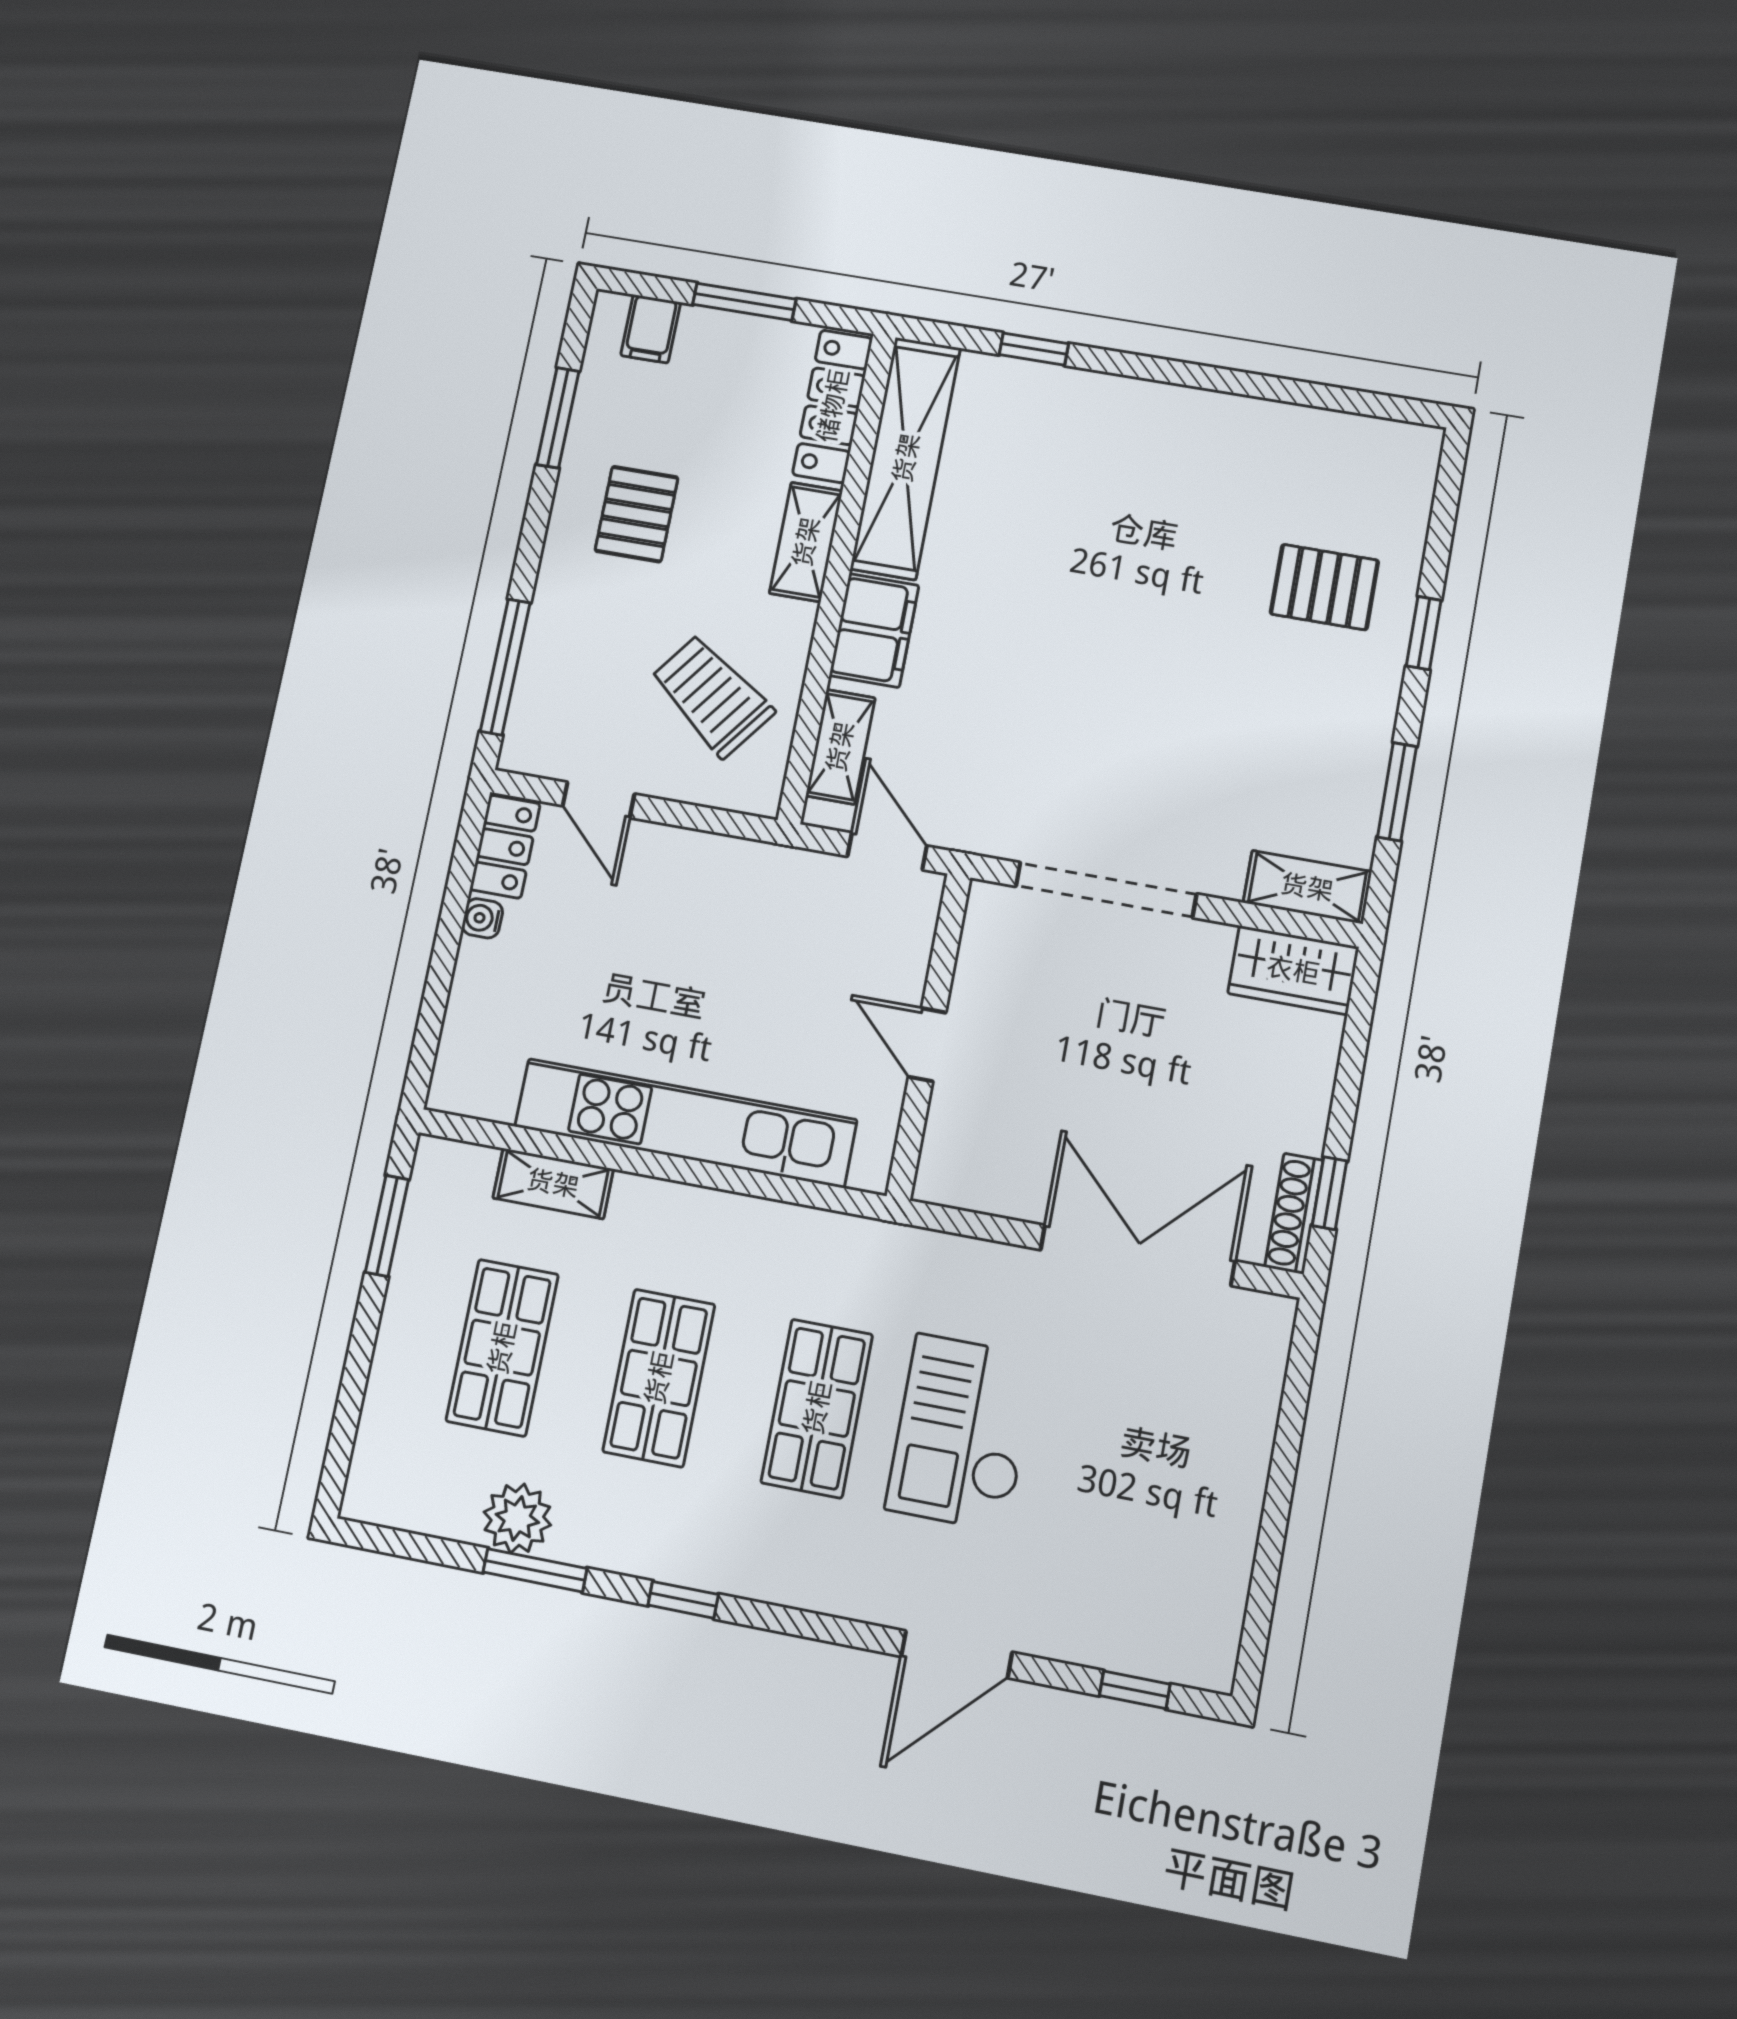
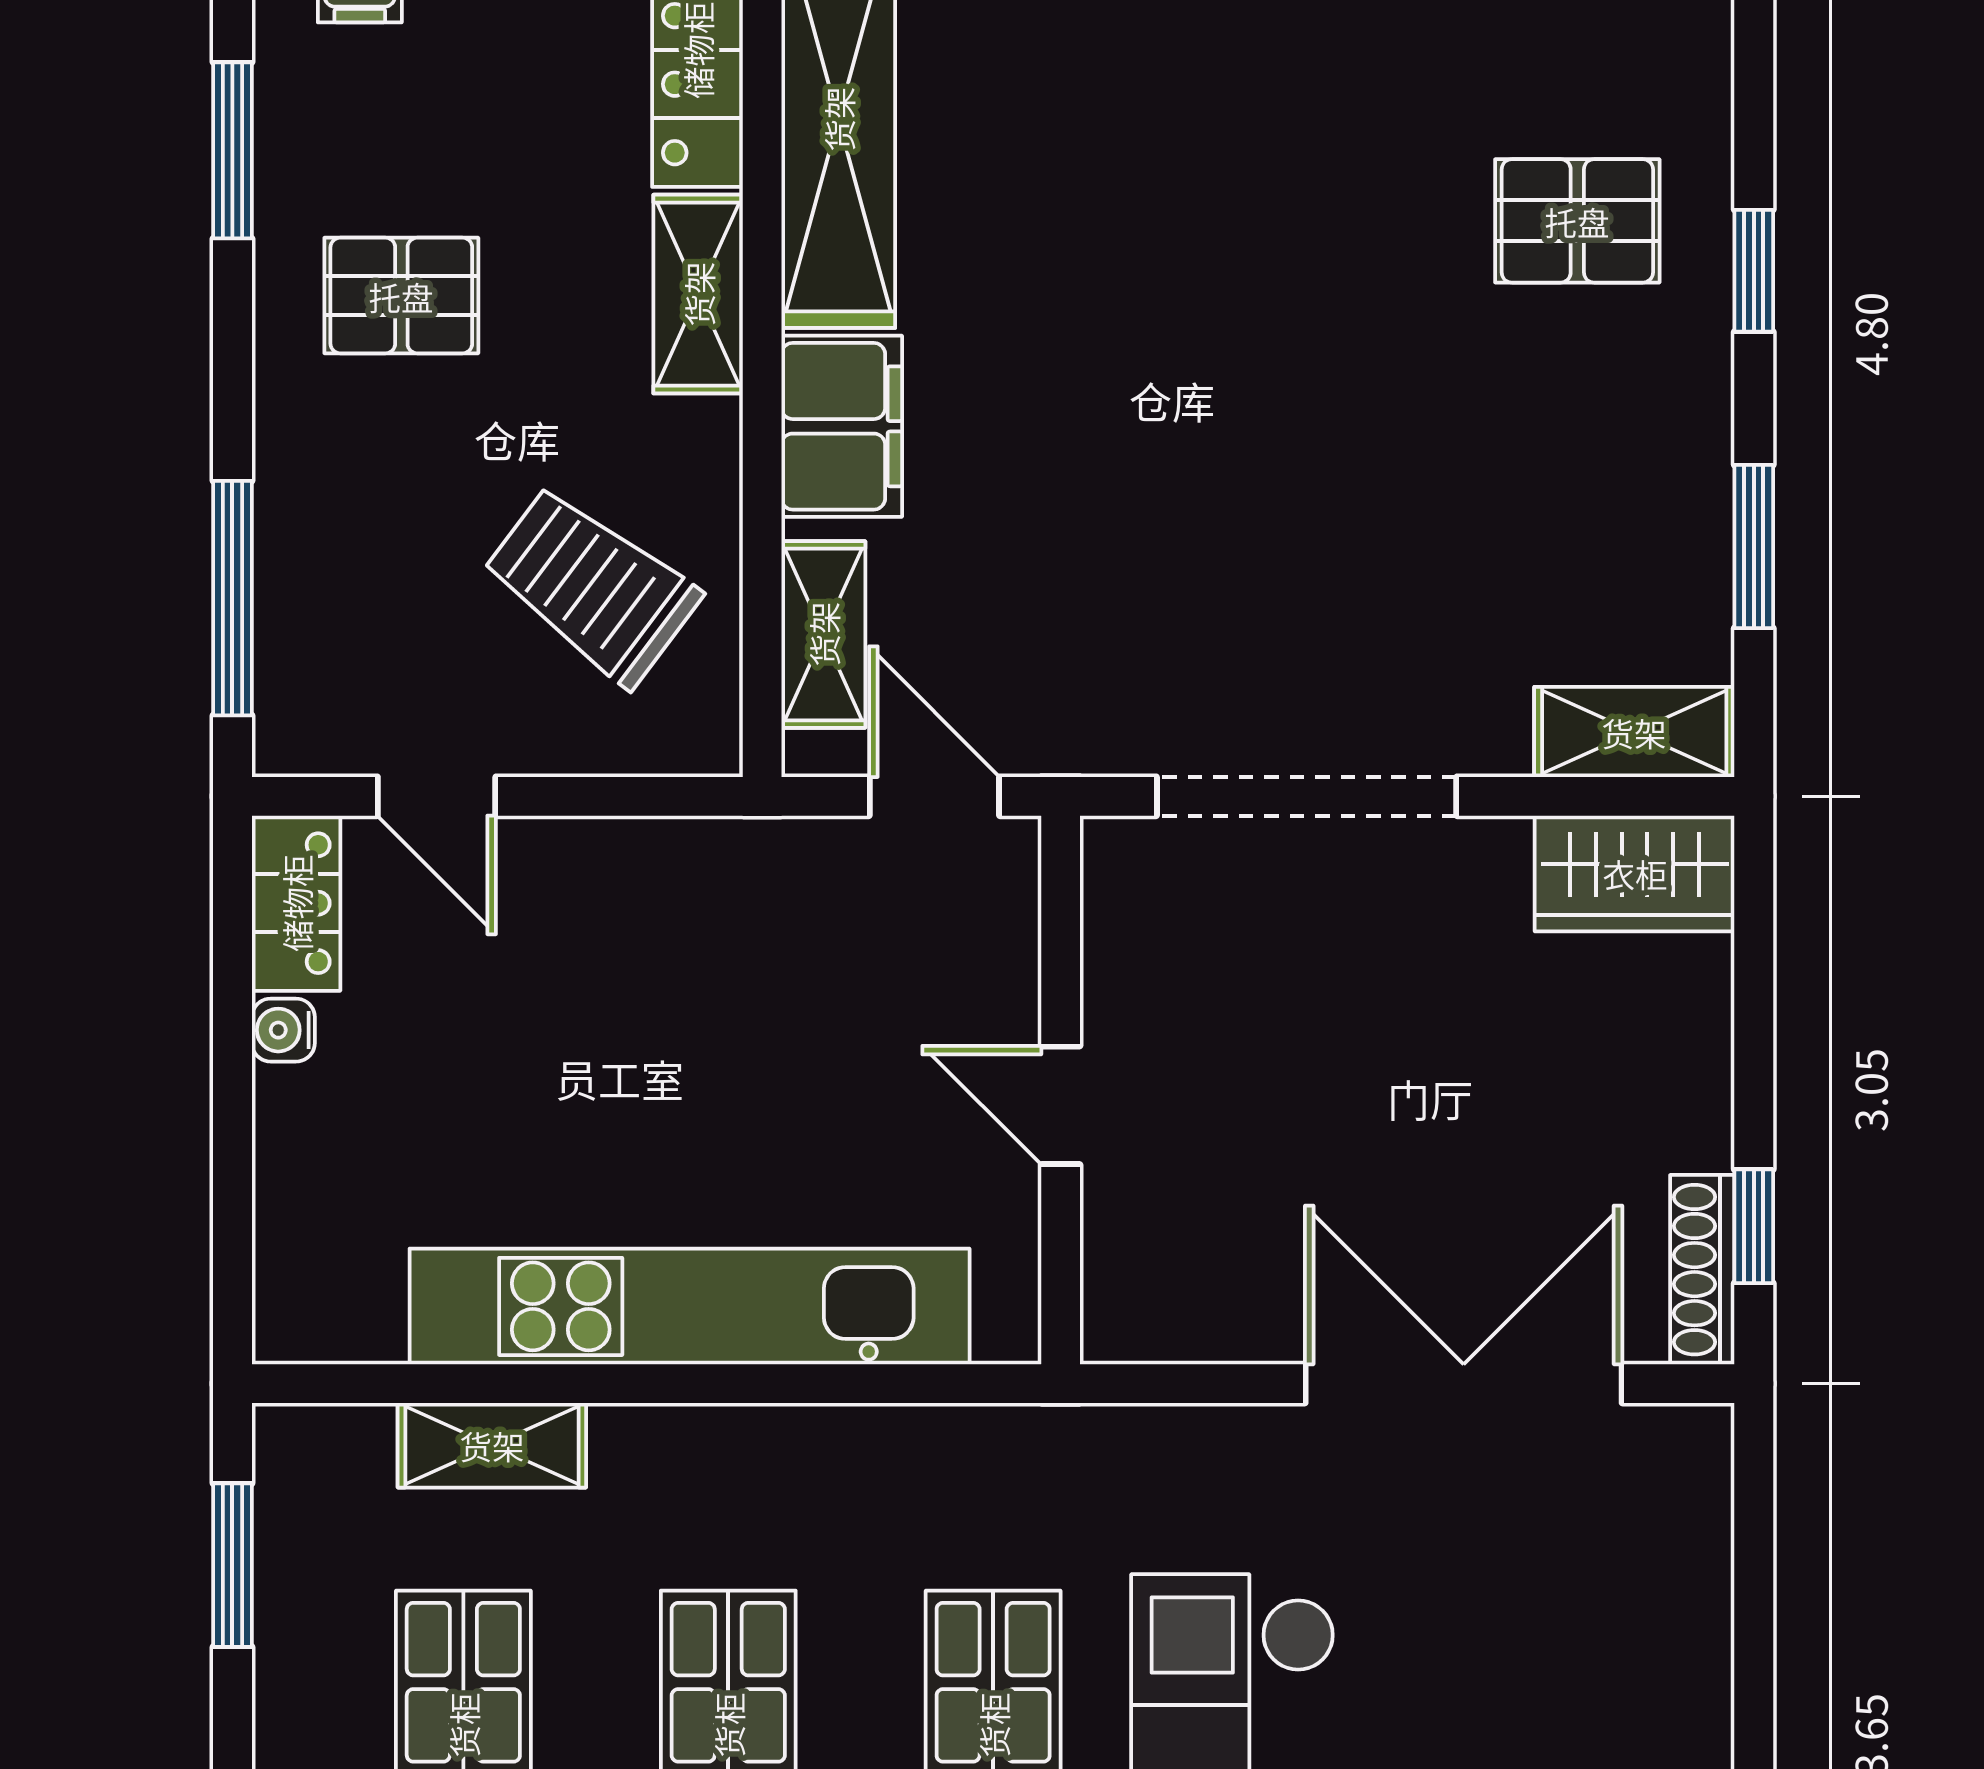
pallet: (637, 514) -> (401, 296), turned 90

